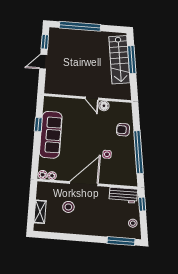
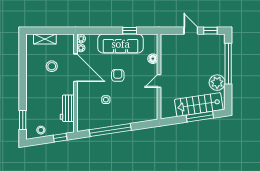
plant: (98, 39) -> (217, 83), added
floor lamp: (104, 106) -> (153, 59), moved
armchair: (123, 130) -> (118, 75), moved
door: (84, 184) -> (76, 68), moved
workbench: (123, 195) -> (67, 108), moved
window: (121, 241) -> (23, 120), width x0.69

